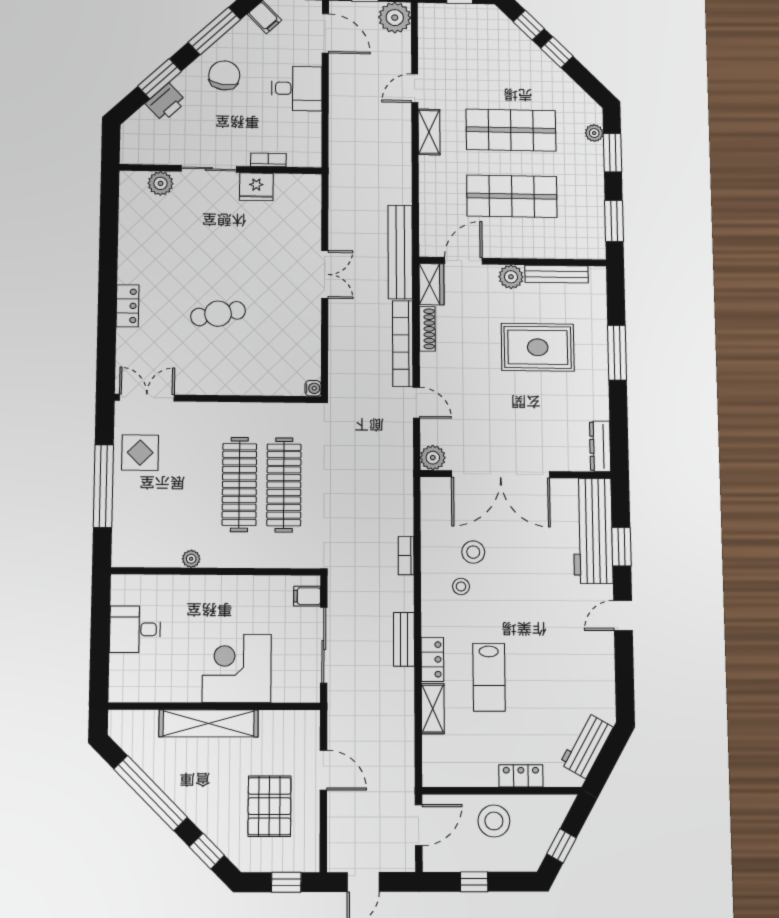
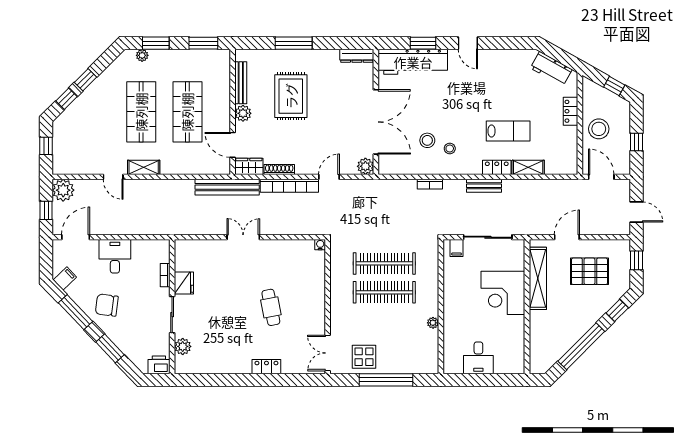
printer: (166, 102) -> (159, 365), moved, turned -46
shelving: (209, 723) -> (538, 278), moved

